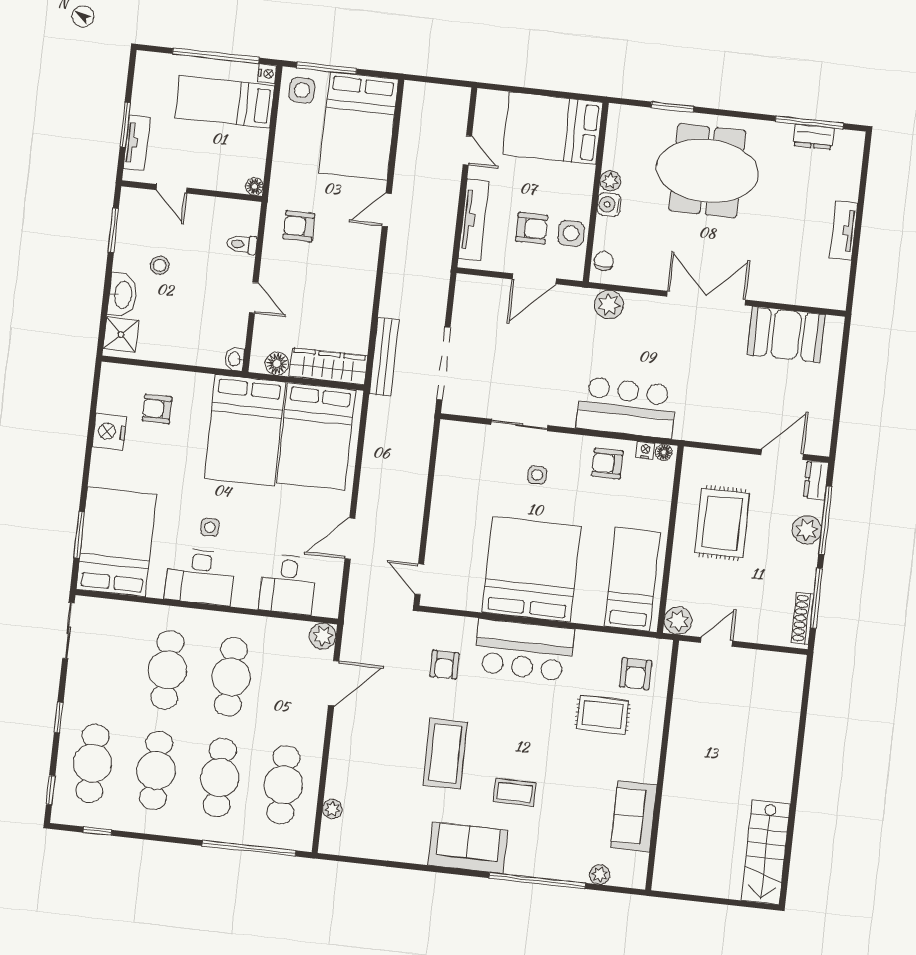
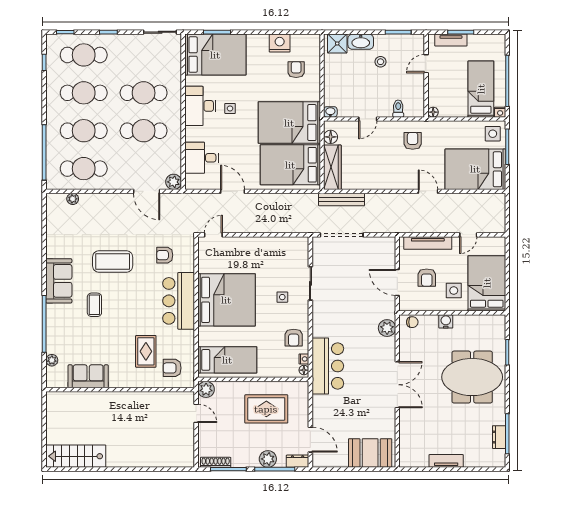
meeting table: (707, 171) -> (472, 377), turned 90
plant: (610, 181) -> (460, 321), removed
side table: (571, 233) -> (454, 291), moved
booth: (786, 335) -> (370, 453), moved, turned 90
bar counter: (626, 407) -> (328, 366), moved
armchair: (607, 464) -> (294, 338), turned 180

